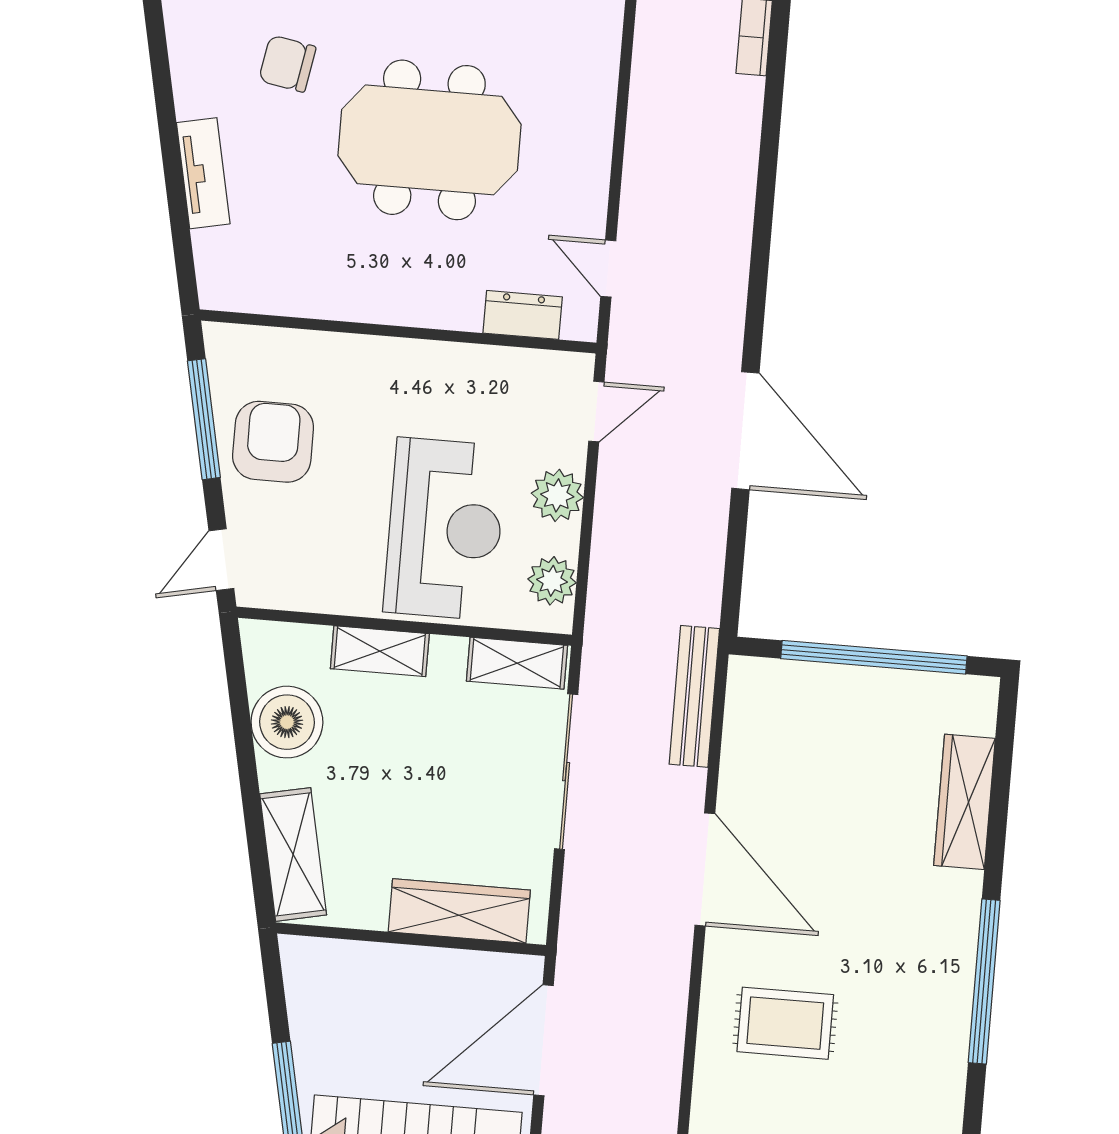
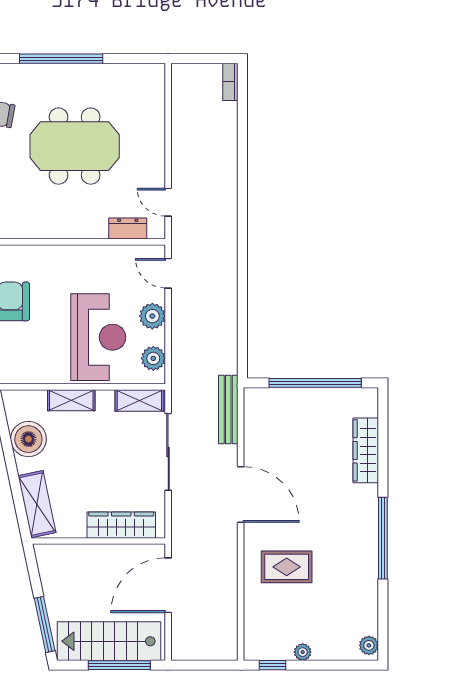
door: (596, 412) -> (168, 273), swing flipped
door: (745, 431) -> (242, 276), removed

